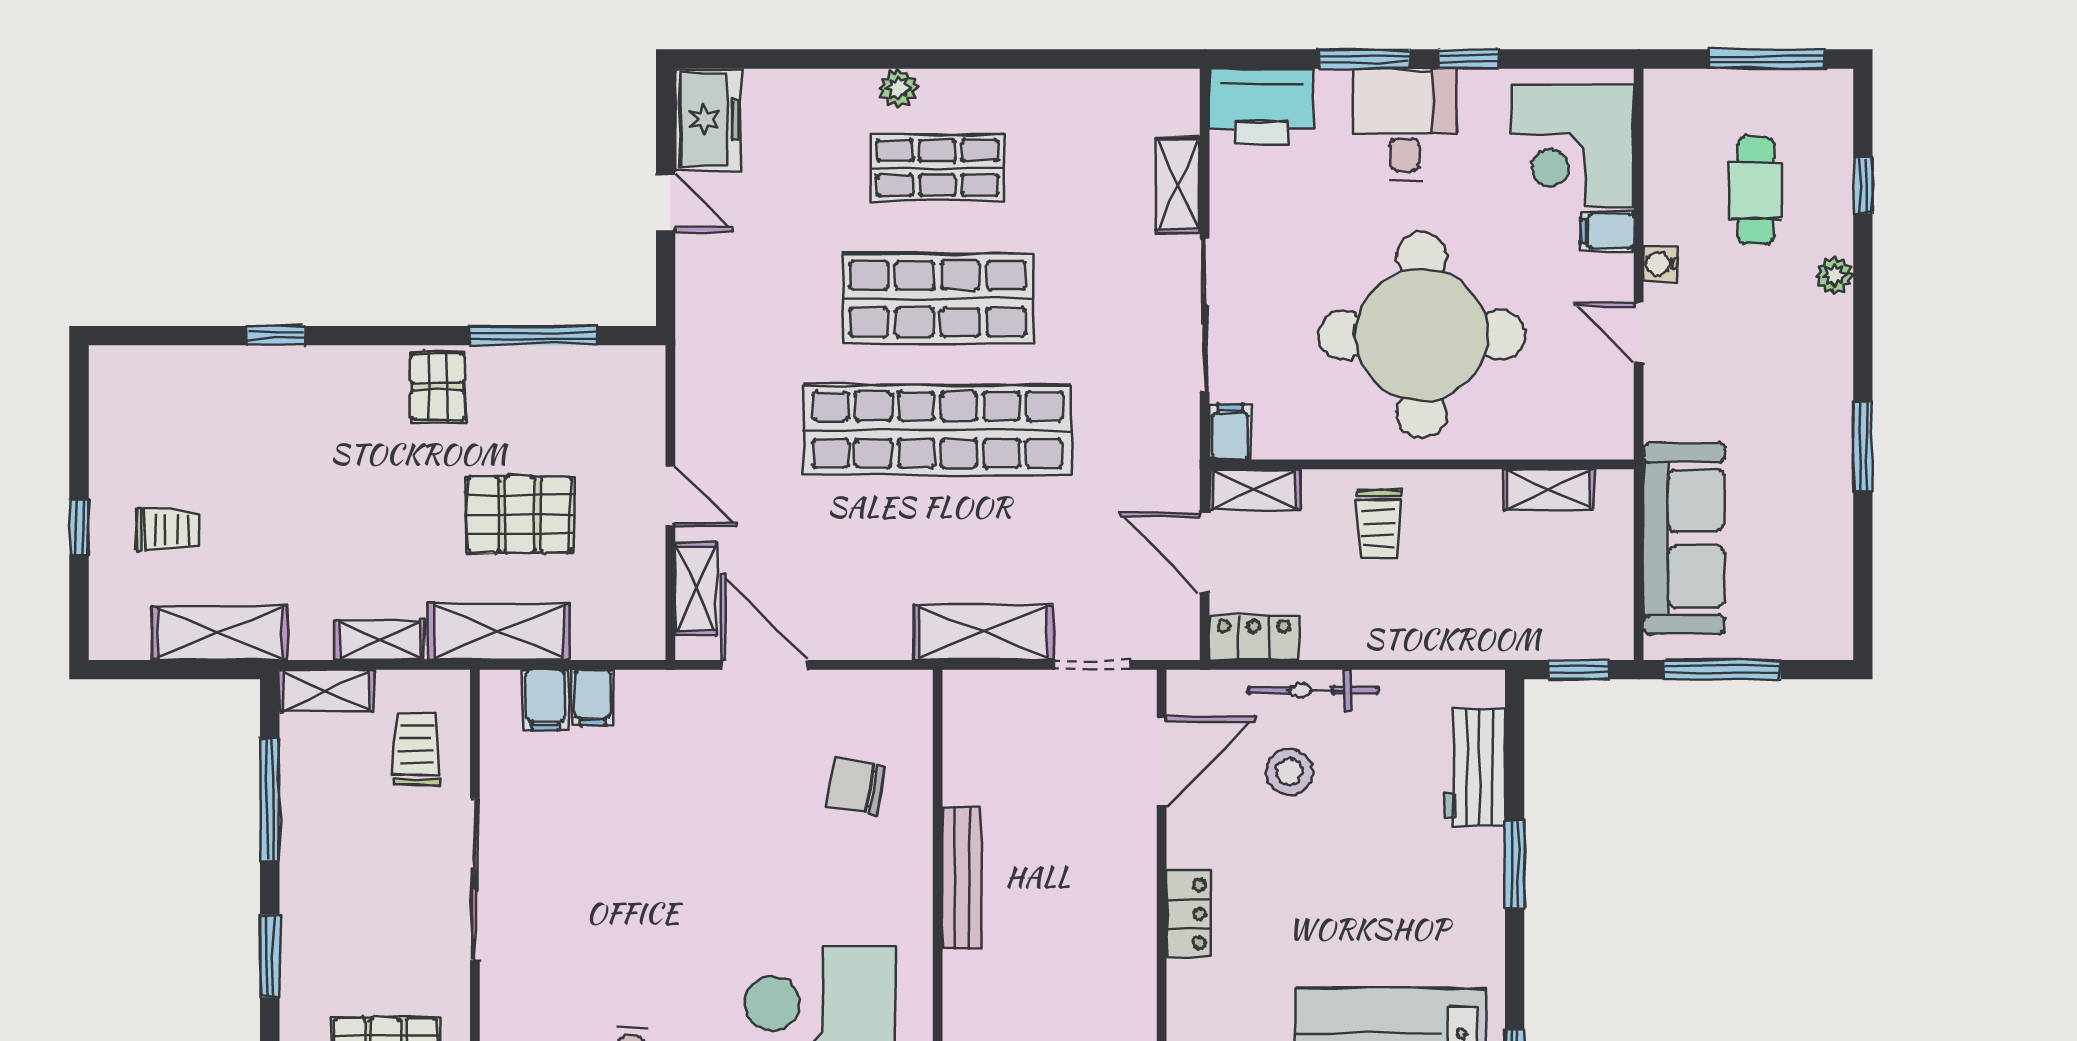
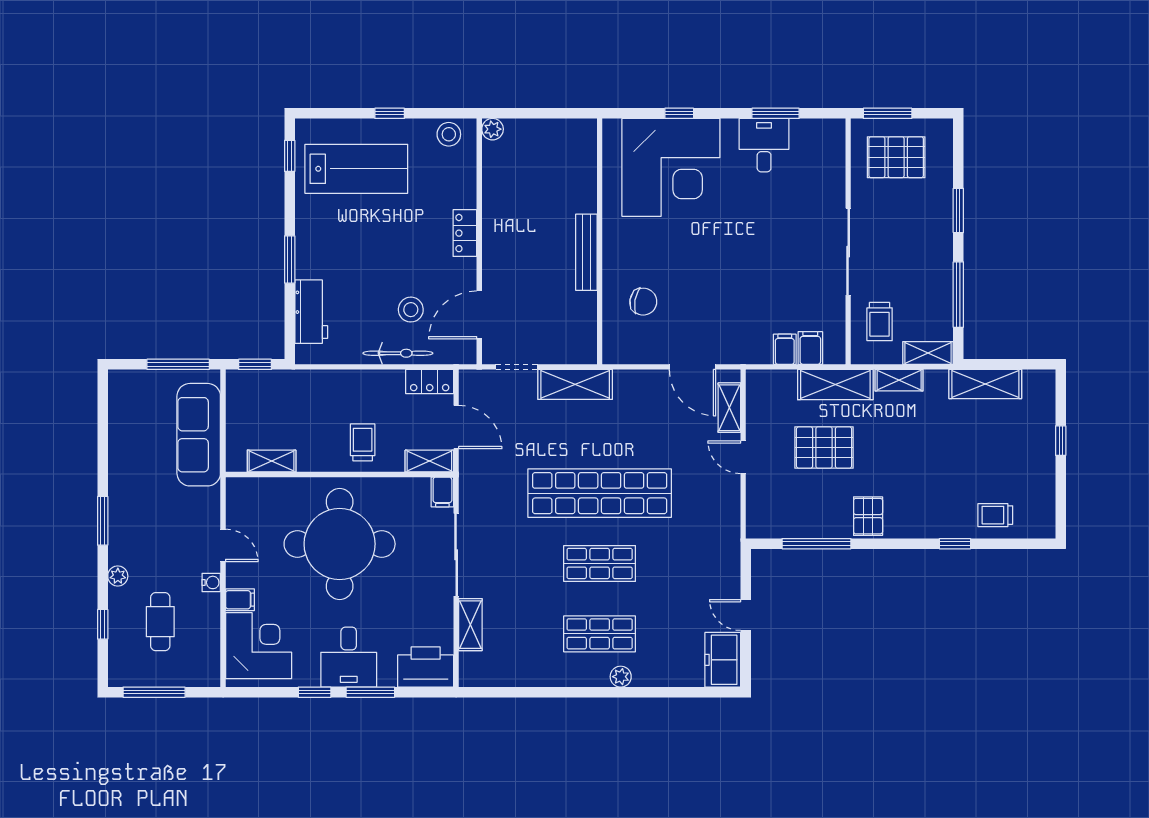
shop shelf: (938, 299) -> (600, 563), width x0.70, depth x0.74
window: (1863, 446) -> (103, 521), moved
trolley: (168, 530) -> (995, 515), moved

